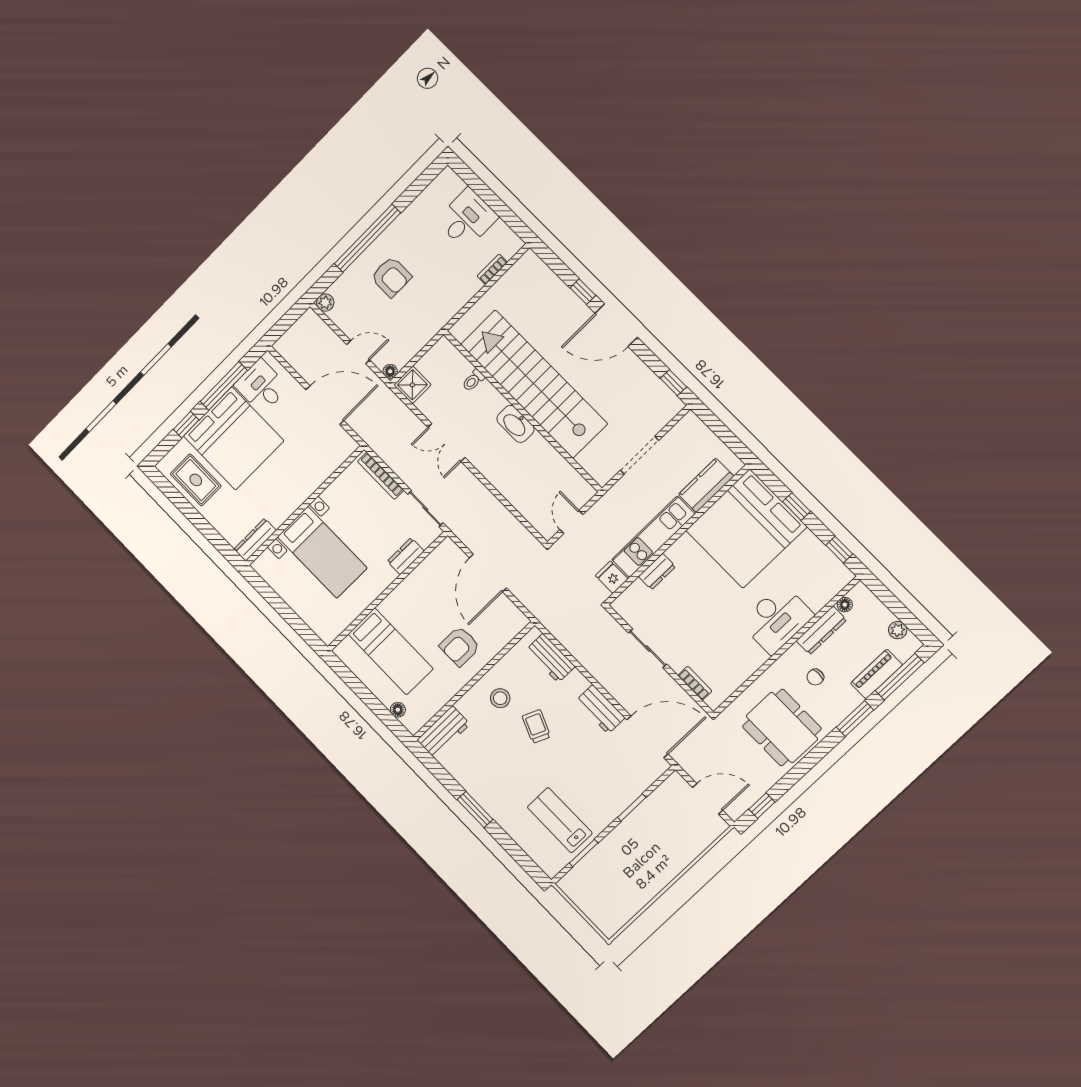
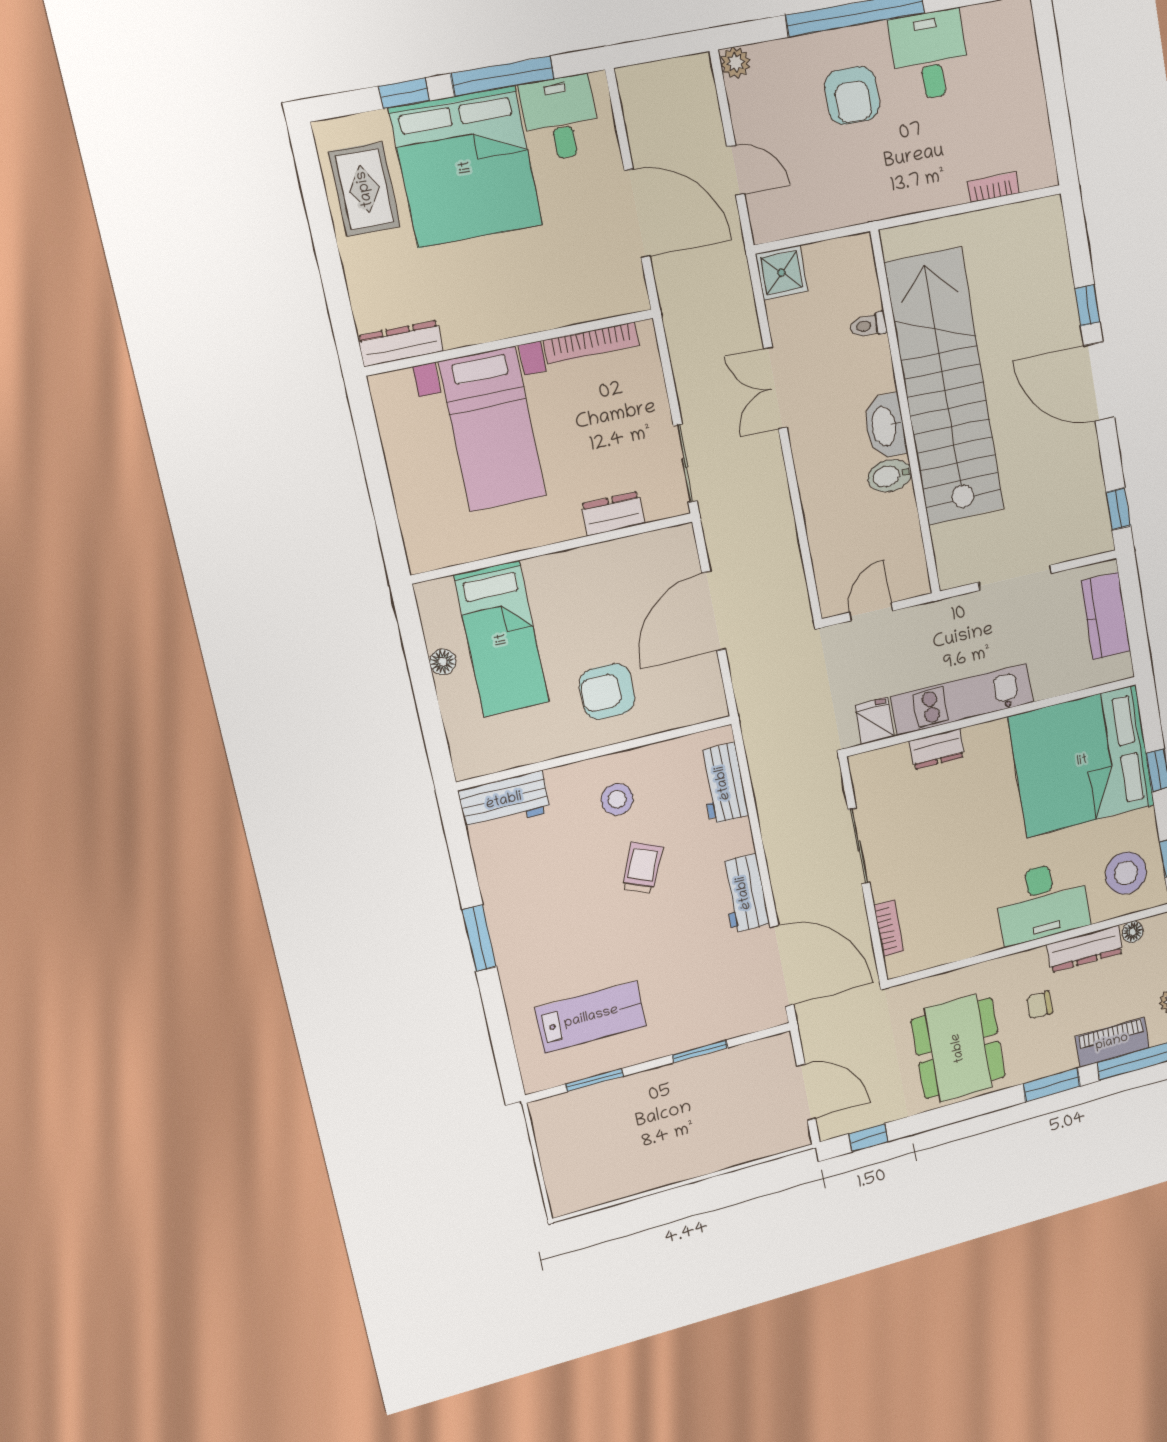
desk: (467, 219) -> (930, 55), moved, turned -90
floor lamp: (390, 371) -> (763, 231), removed
bidet: (535, 447) -> (890, 476), added
bookcase: (381, 476) -> (591, 343), moved, turned -90
kitchen counter: (706, 485) -> (1106, 616), moved, turned -90
stool: (817, 574) -> (1126, 873), added
floor lamp: (398, 710) -> (443, 662), moved
lab bench: (560, 820) -> (591, 1017), turned 90

